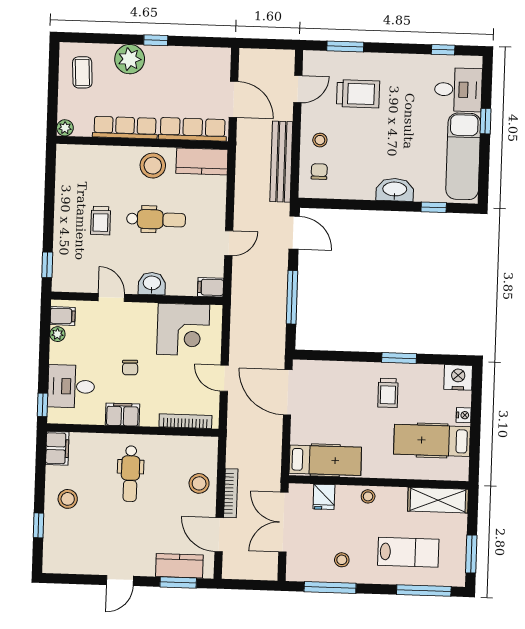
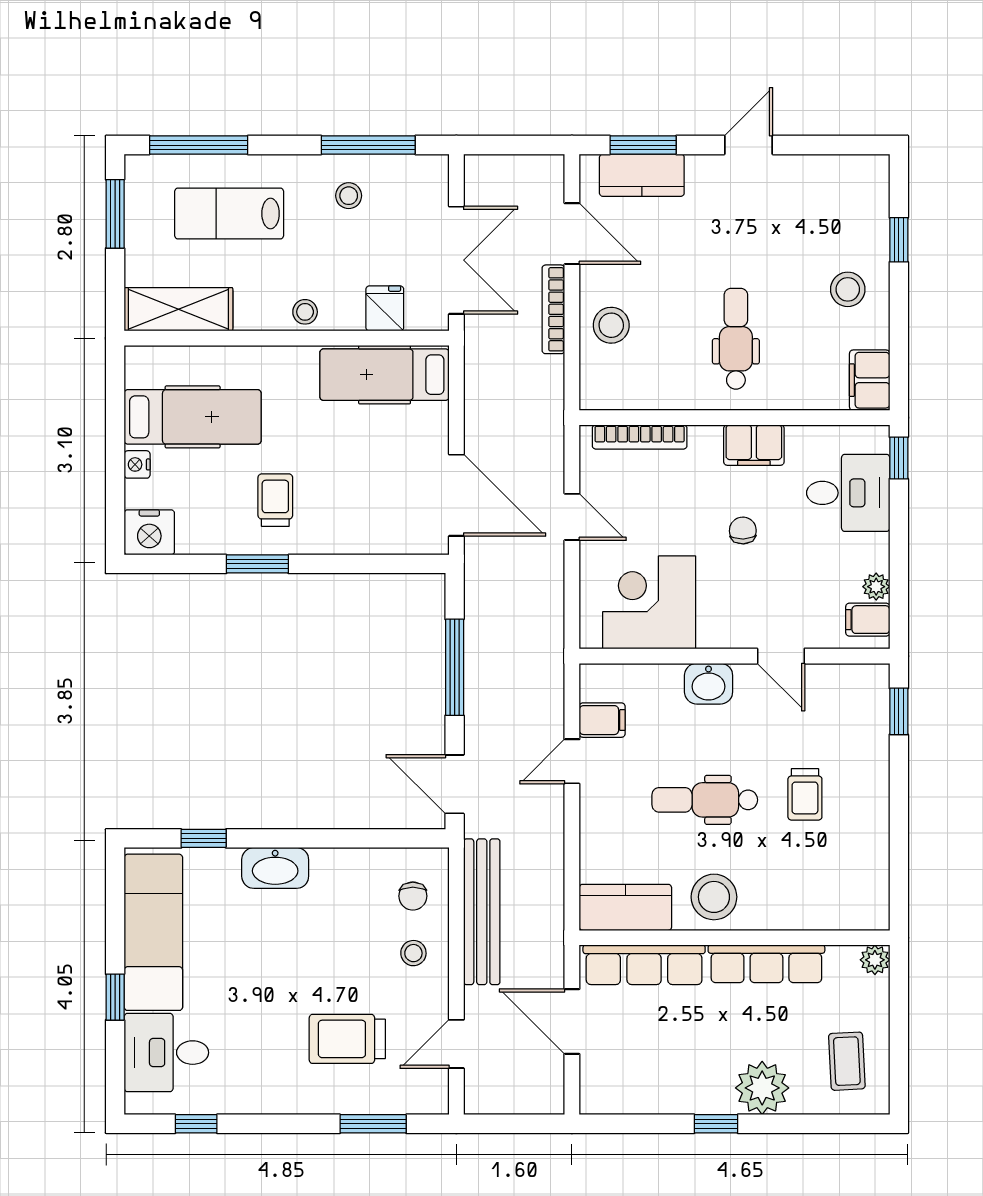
trolley: (101, 221) -> (805, 794), turned 180
filing cabinet: (211, 287) -> (602, 720), moved

